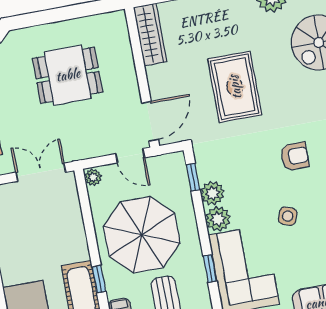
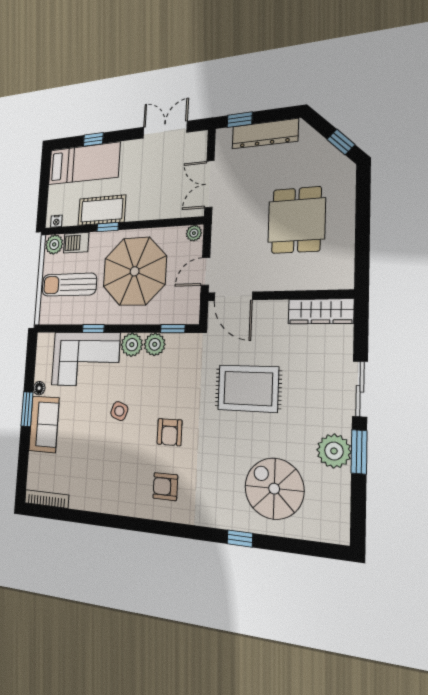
double door: (41, 172) -> (209, 184), swing flipped

